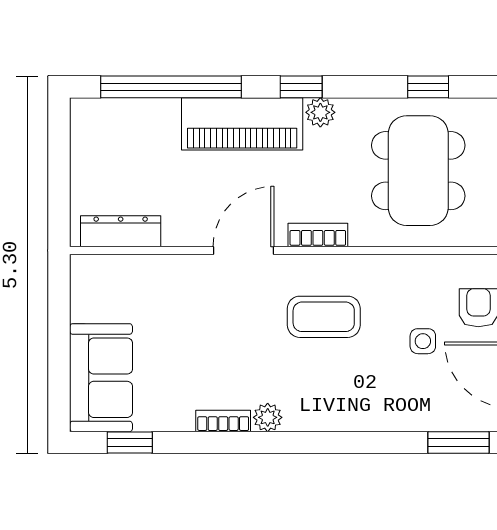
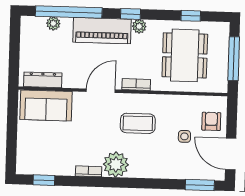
plant: (139, 112) -> (53, 23), added
sofa: (101, 378) -> (46, 106), moved, turned 90
plant: (268, 417) -> (116, 164), width x1.87, depth x1.87

